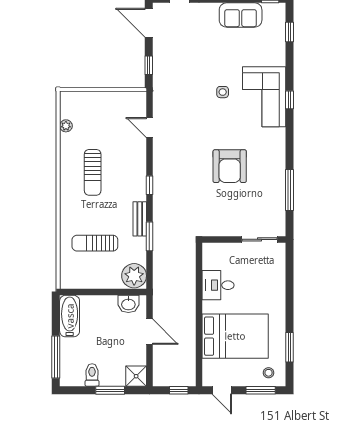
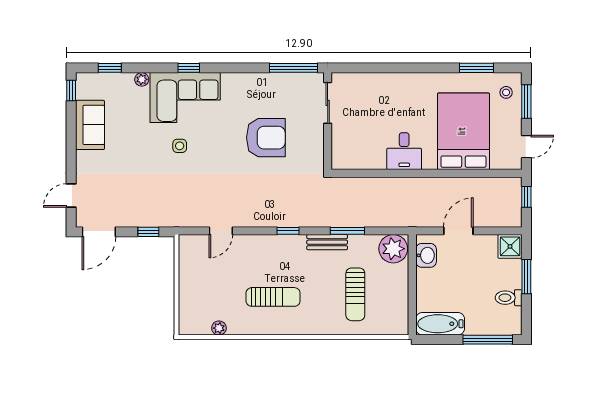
plant: (280, 59) -> (142, 79), added
wall: (244, 239) -> (328, 121), moved
sliding door: (260, 239) -> (328, 103), moved

